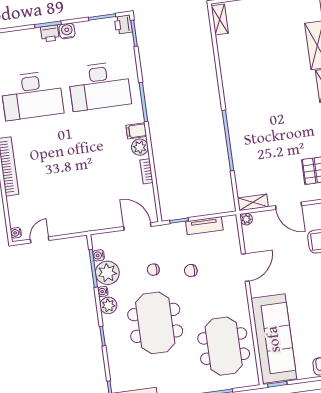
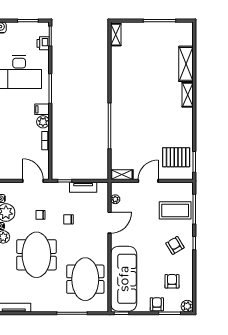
printer: (123, 24) -> (43, 43), moved
door: (288, 206) -> (148, 181), swing flipped
plant: (246, 219) -> (115, 199), moved

